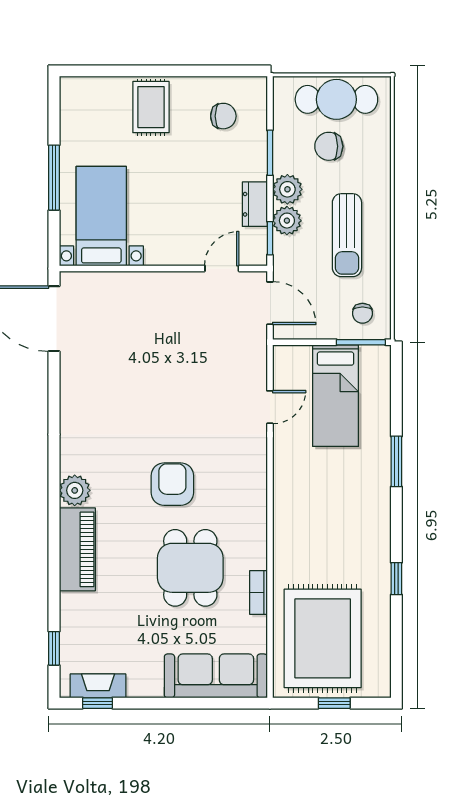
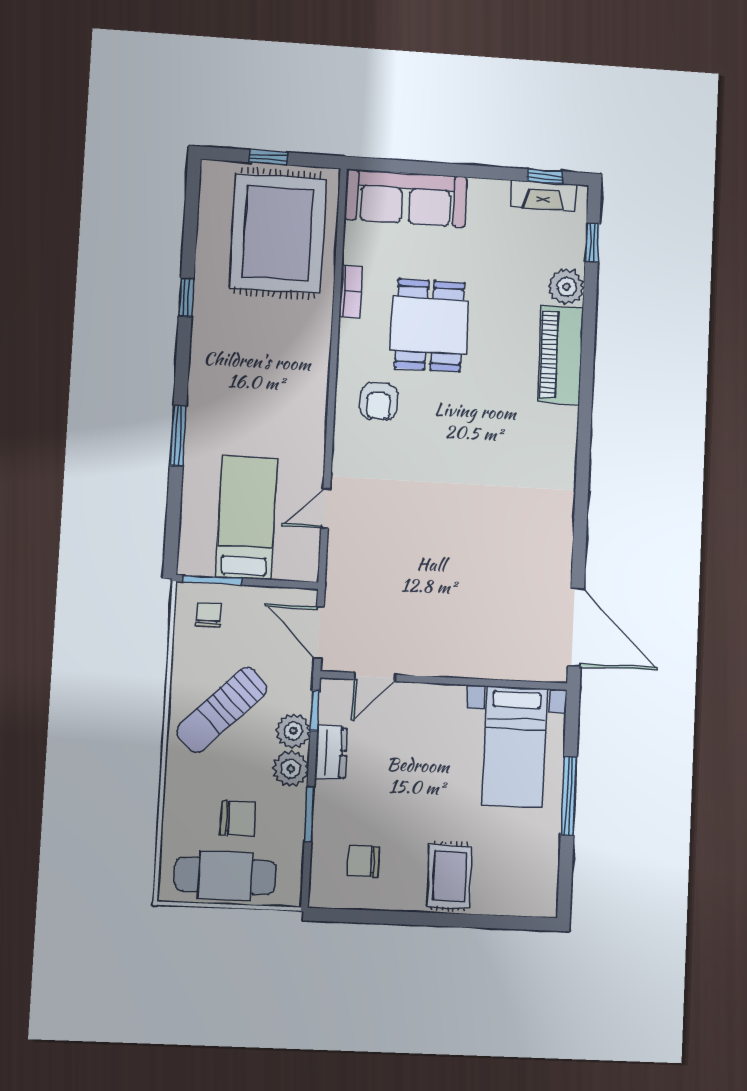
sun lounger: (347, 235) -> (222, 710), turned -135
armchair: (172, 484) -> (379, 401), moved, width x0.72, depth x0.72
plant: (75, 490) -> (566, 287), moved

